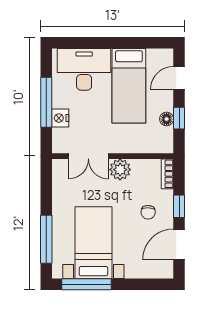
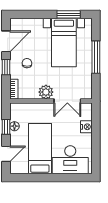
window: (46, 102) -> (96, 138), removed
double door: (88, 156) -> (67, 101), swing flipped
window: (46, 239) -> (96, 57), moved
window: (87, 284) -> (69, 14), width x0.69

